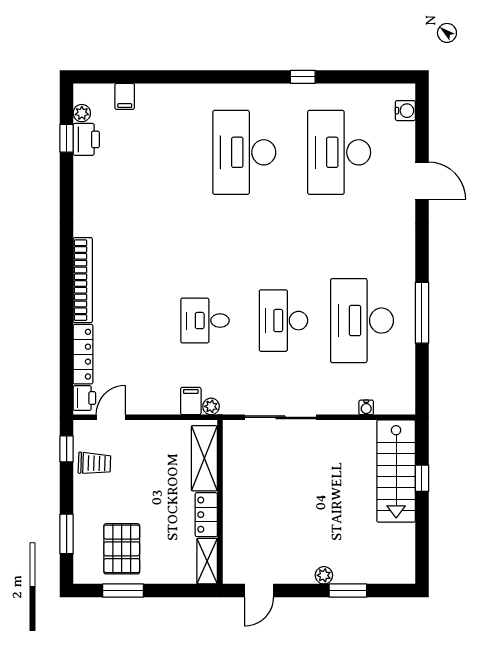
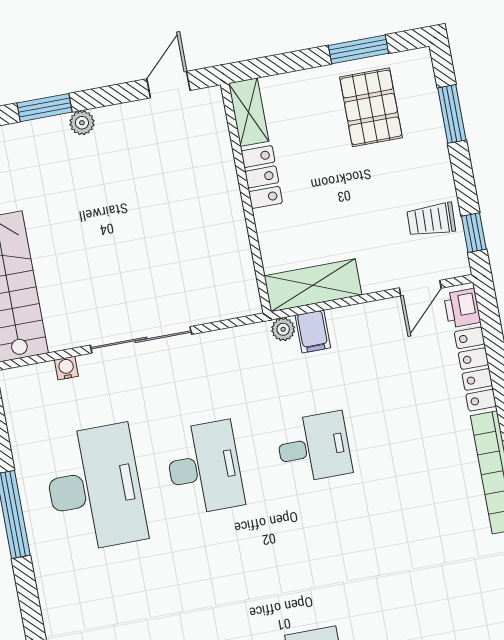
sliding door: (280, 417) -> (141, 340), moved
shelving: (204, 458) -> (313, 285), moved, turned 90

